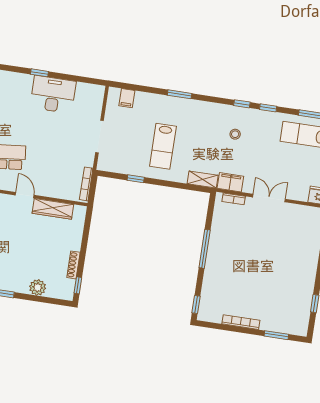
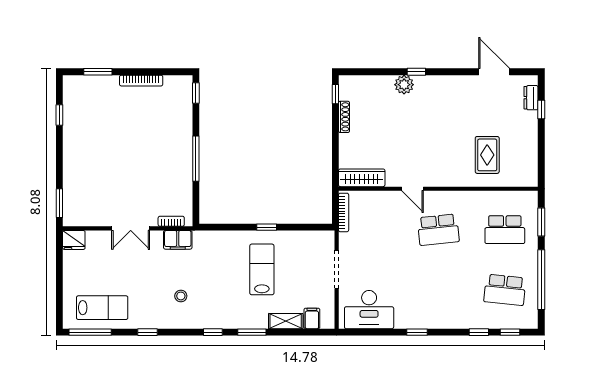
desk: (53, 94) -> (369, 310), moved
window: (242, 104) -> (213, 332), moved
window: (136, 179) -> (267, 227), moved
shelving: (203, 180) -> (286, 321), moved
wardrobe: (53, 209) -> (362, 178), moved
plant: (38, 287) -> (404, 85), moved

